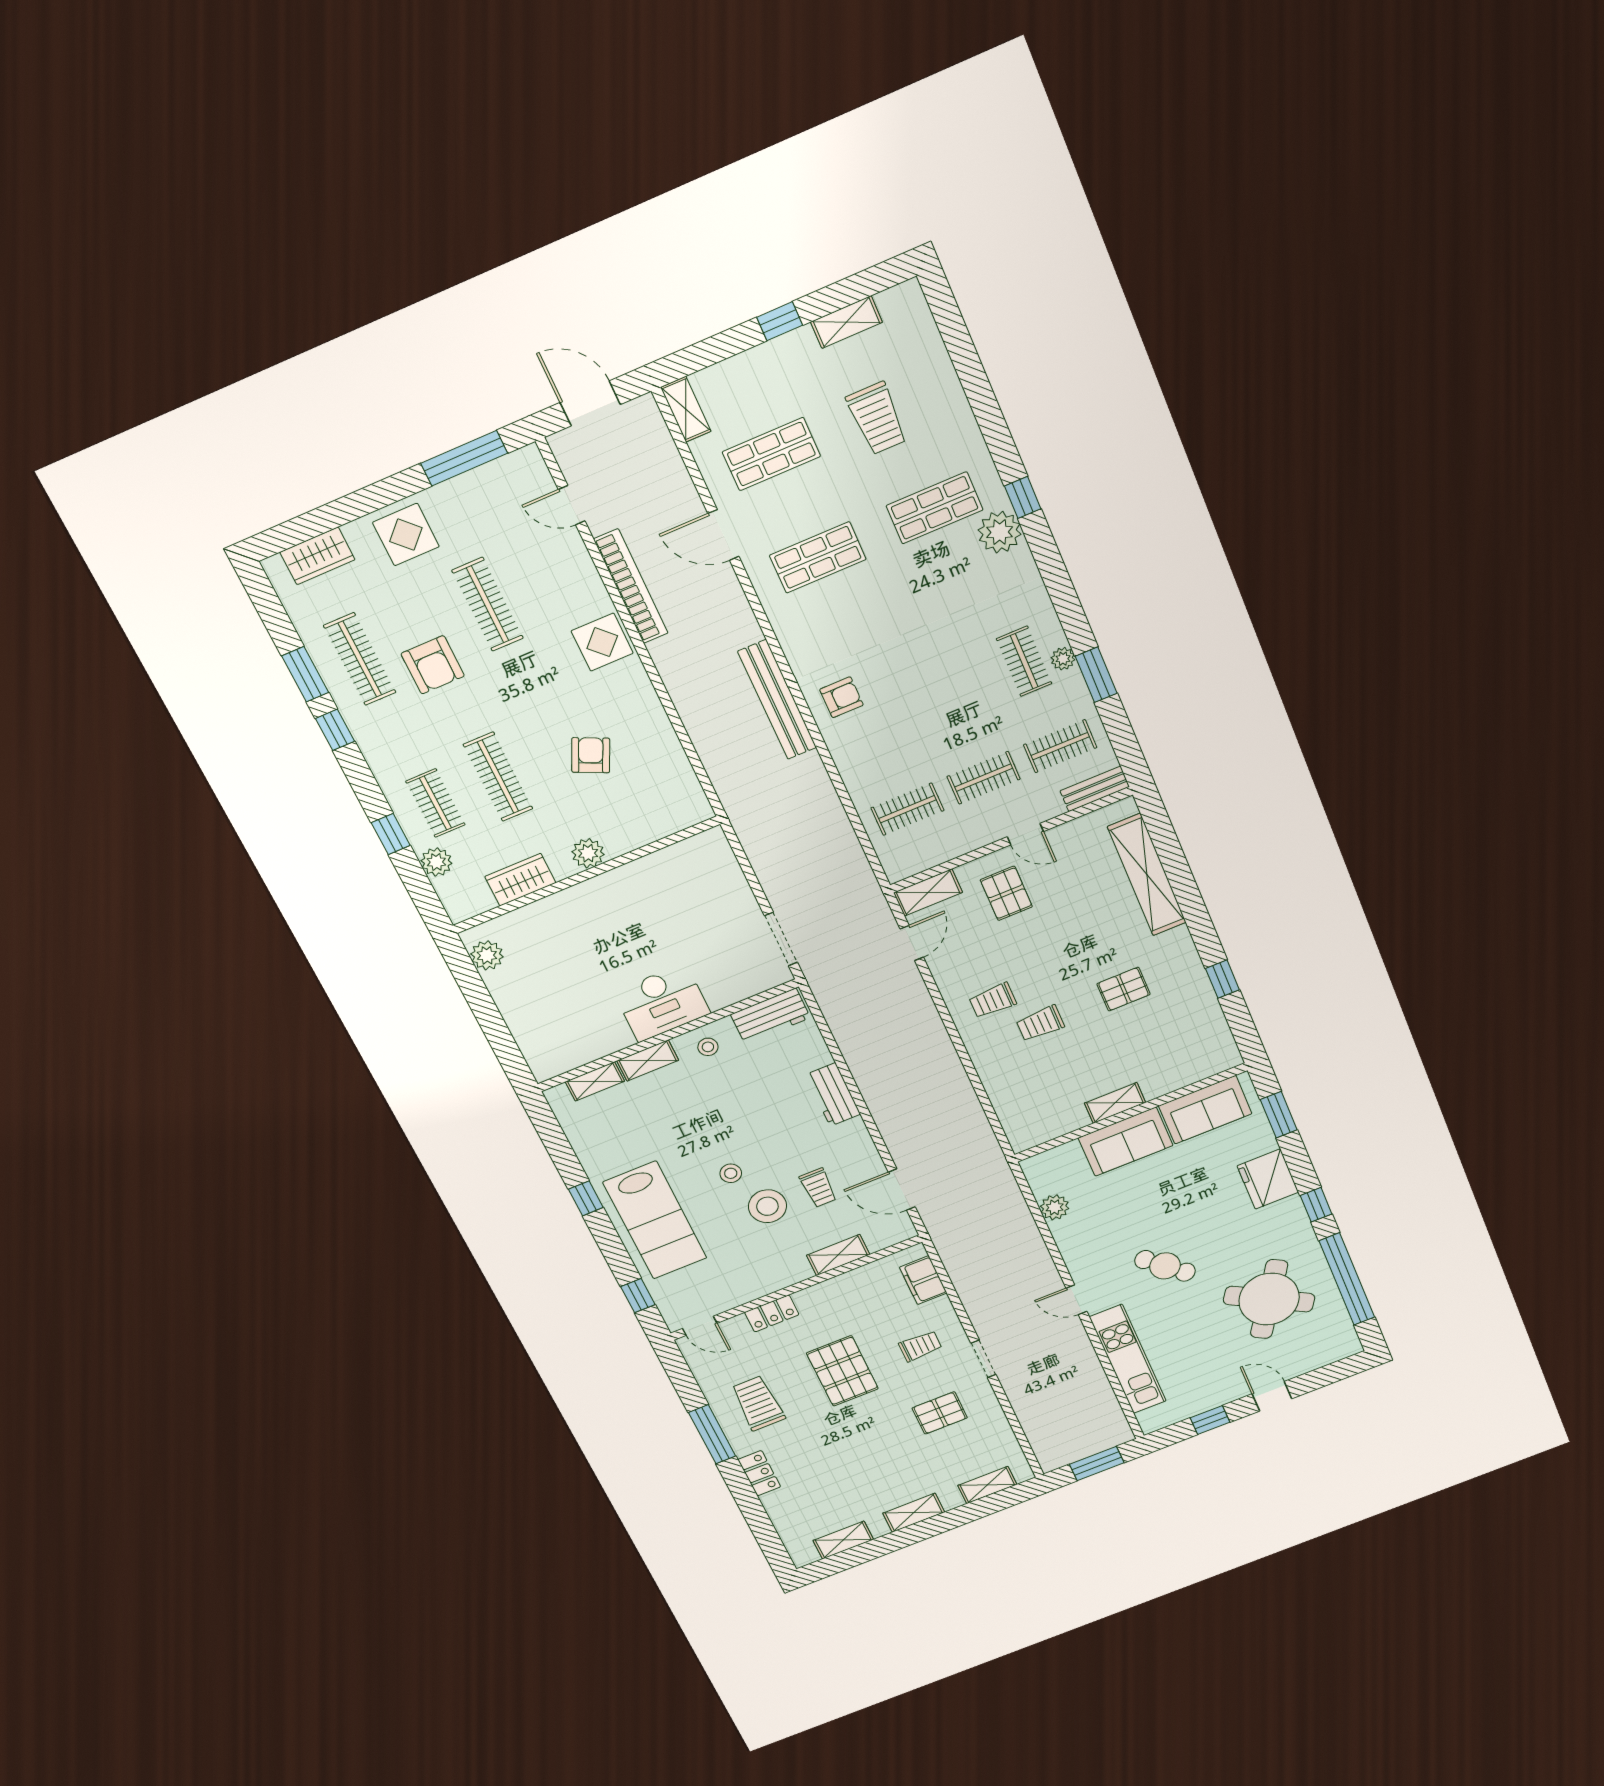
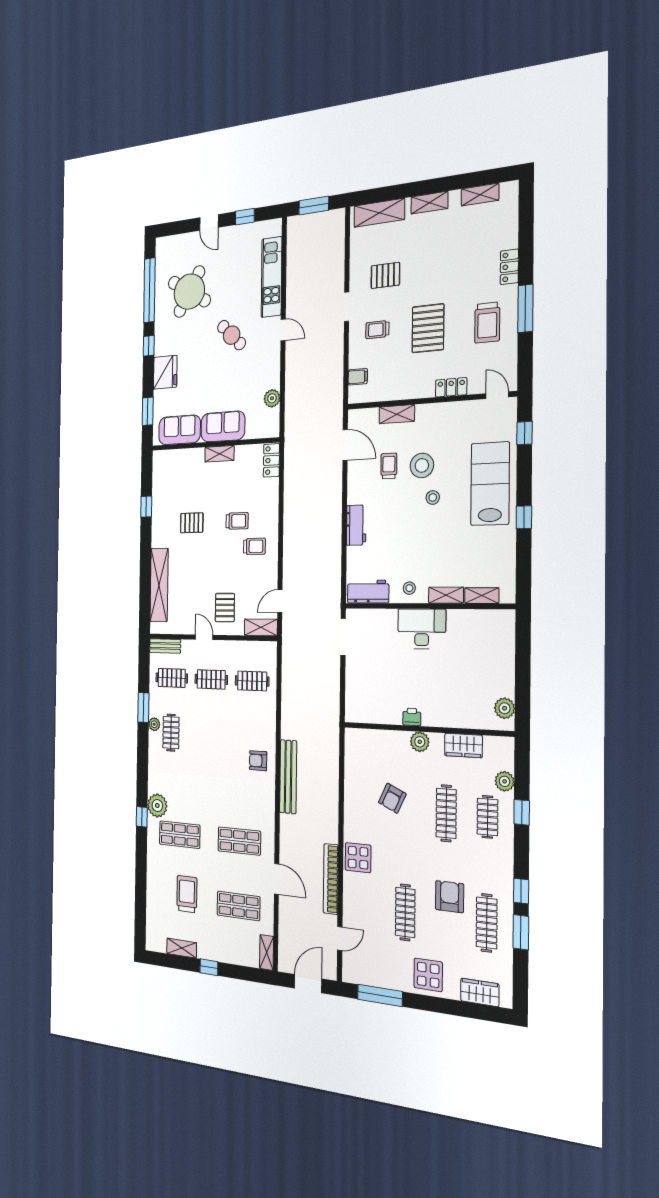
door: (590, 403) -> (308, 984), swing flipped
door: (572, 505) -> (340, 939), hinge flipped
printer: (617, 881) -> (412, 717), added
locker: (1017, 1127) -> (271, 460), added
filing cabinet: (923, 1280) -> (358, 377), width x0.50
shelving: (987, 1485) -> (379, 213), width x1.50, depth x1.33

